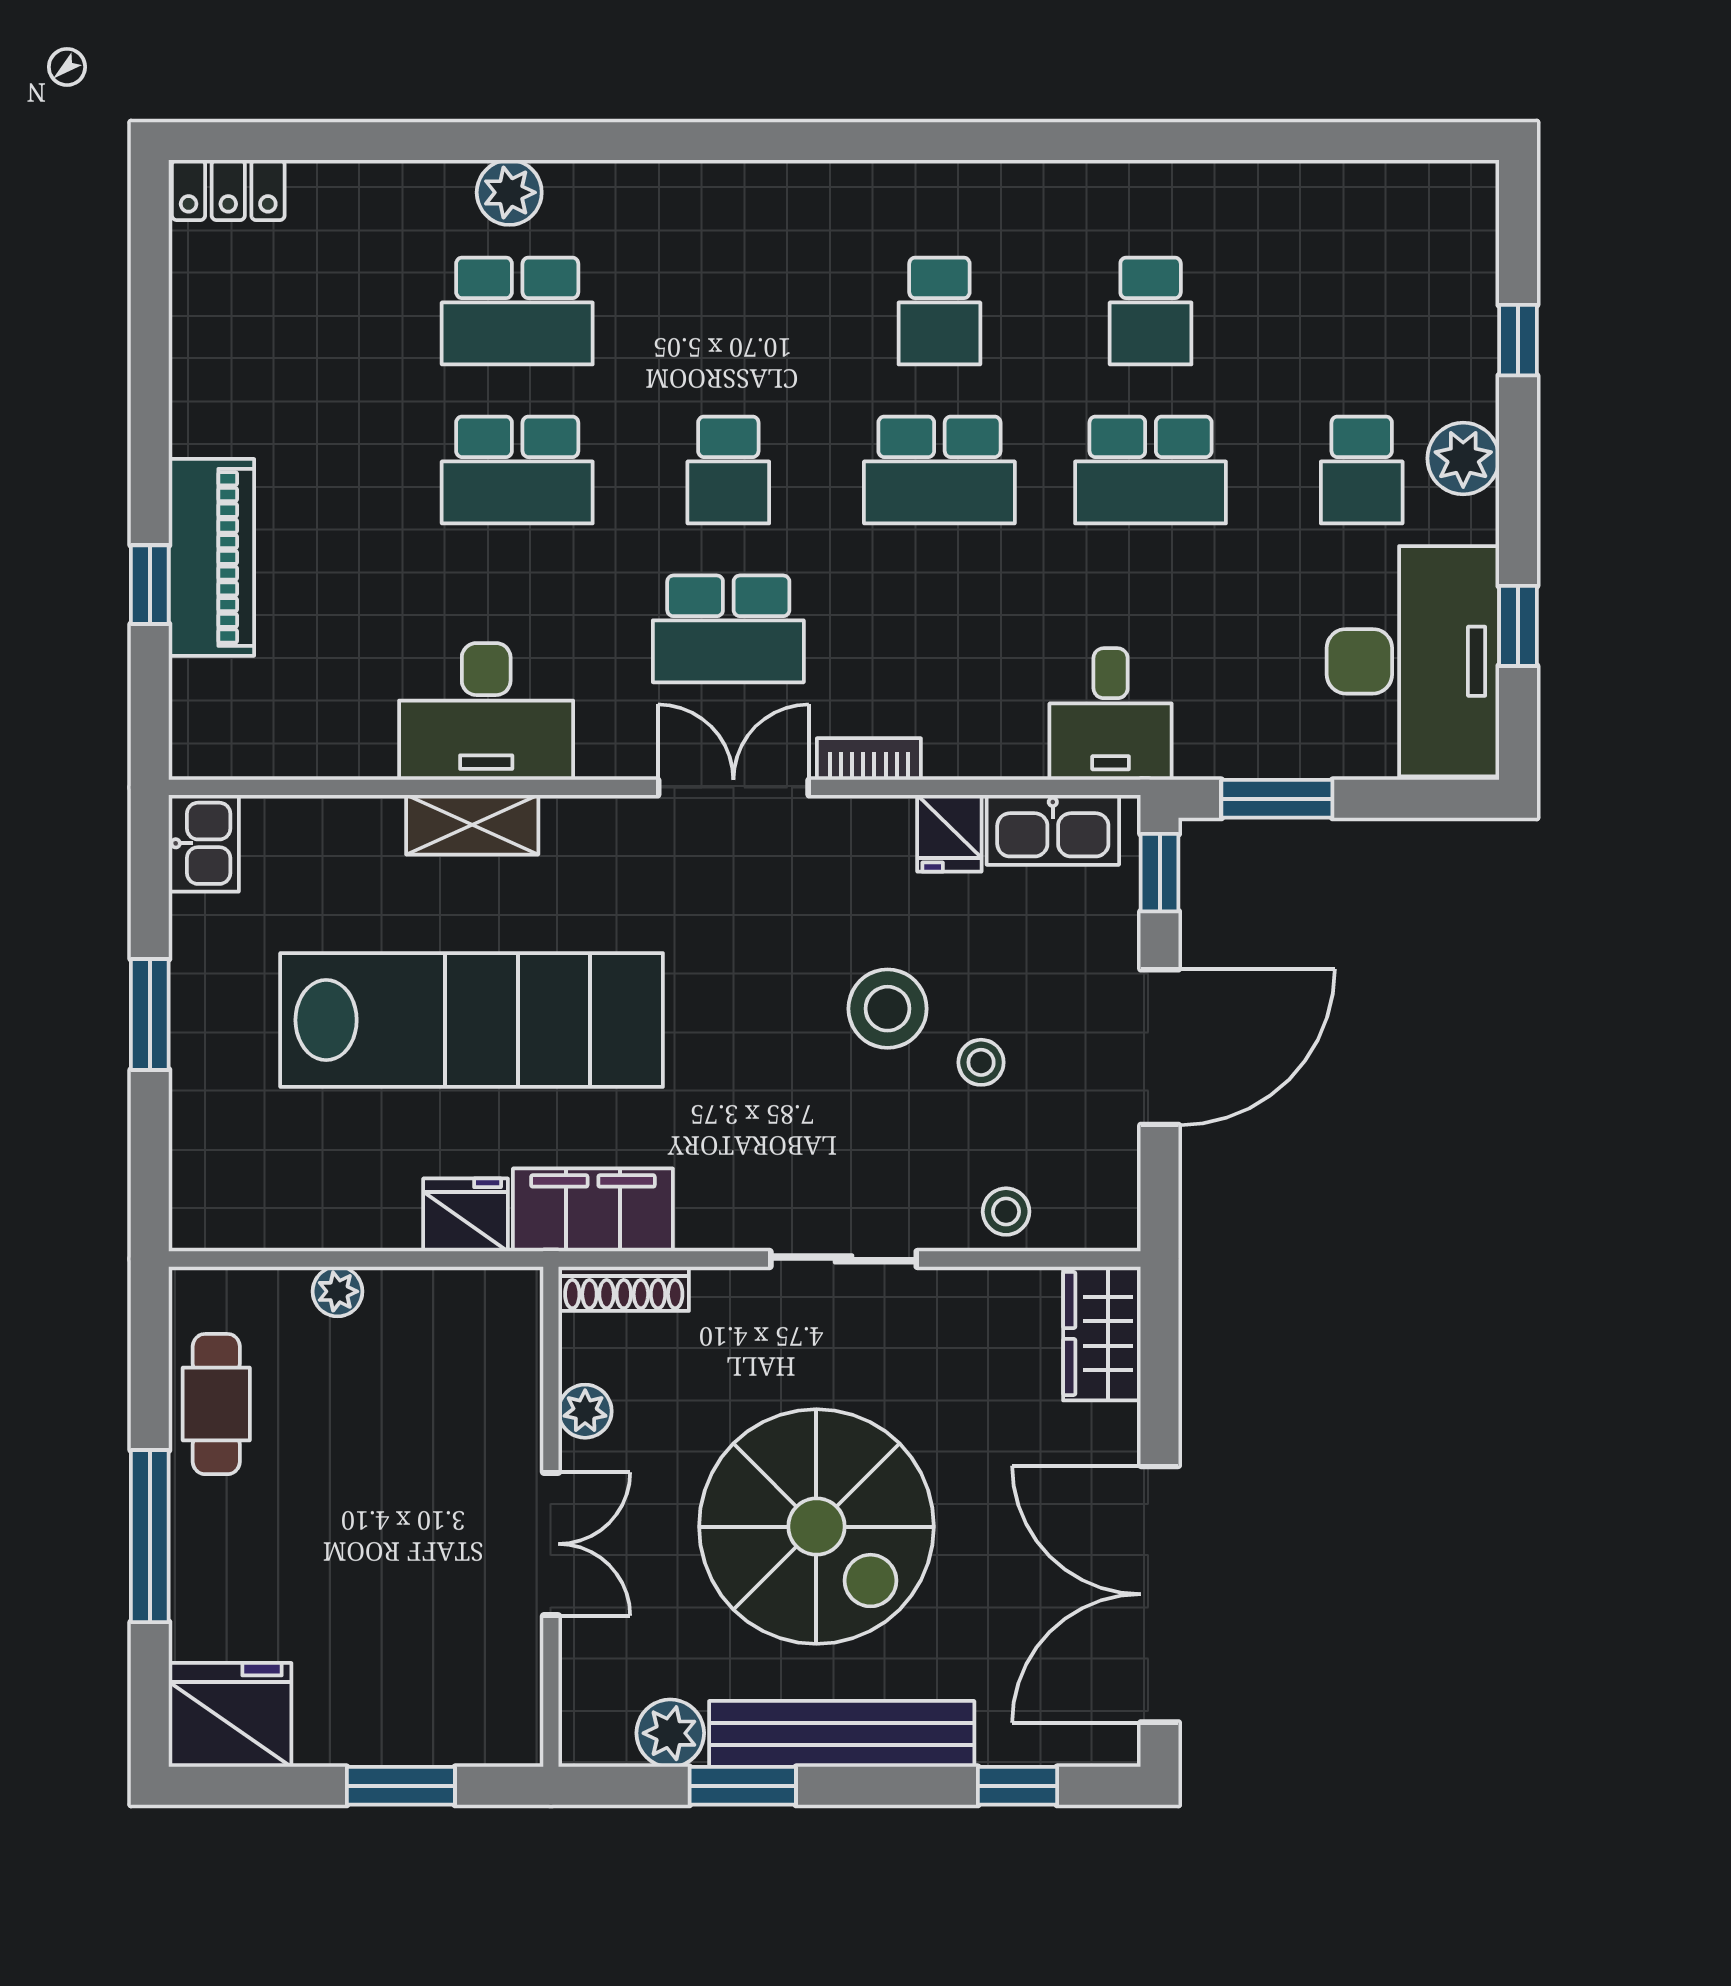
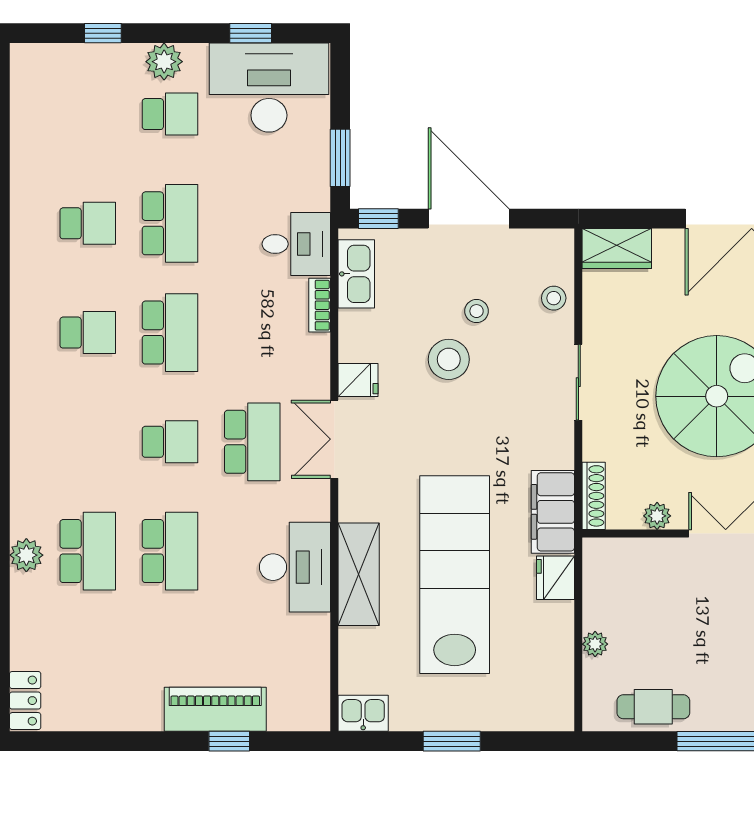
bookcase: (869, 759) -> (320, 305), moved
shelving: (472, 825) -> (359, 574), width x1.50, depth x1.33
fridge: (949, 833) -> (358, 380), moved

